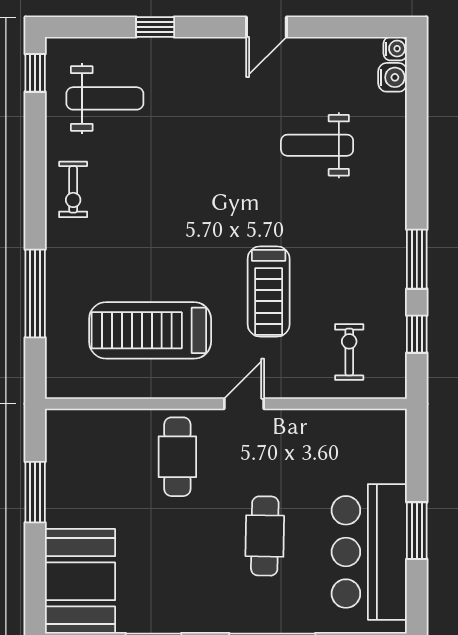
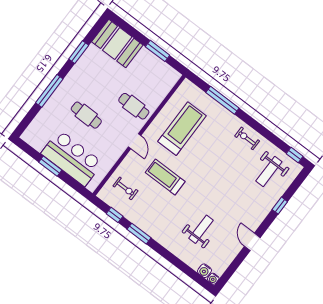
bar counter: (369, 552) -> (72, 158), moved

